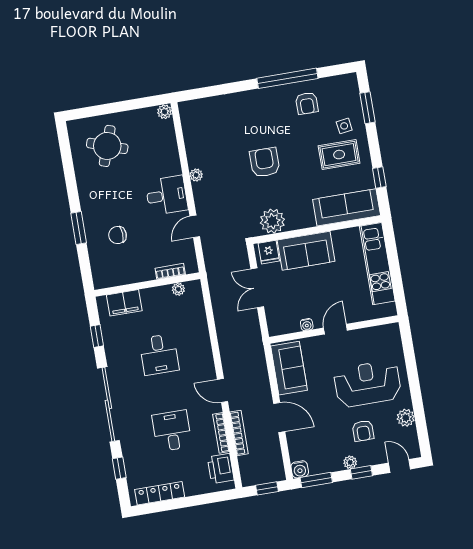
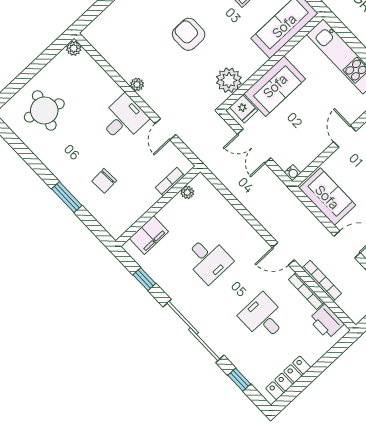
water cooler: (307, 325) -> (293, 173), moved

